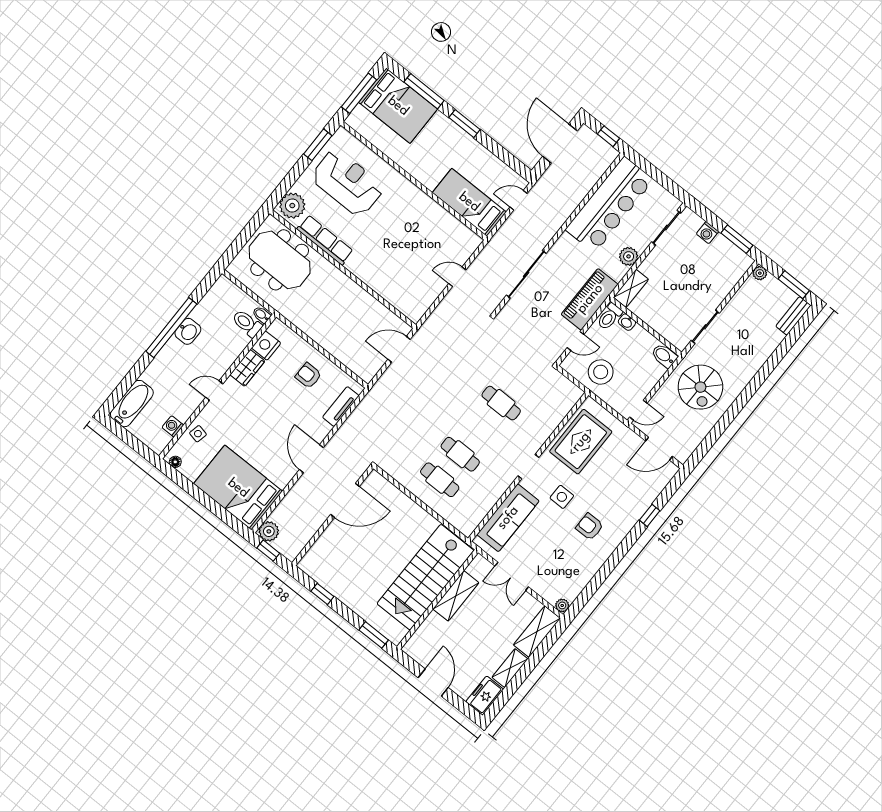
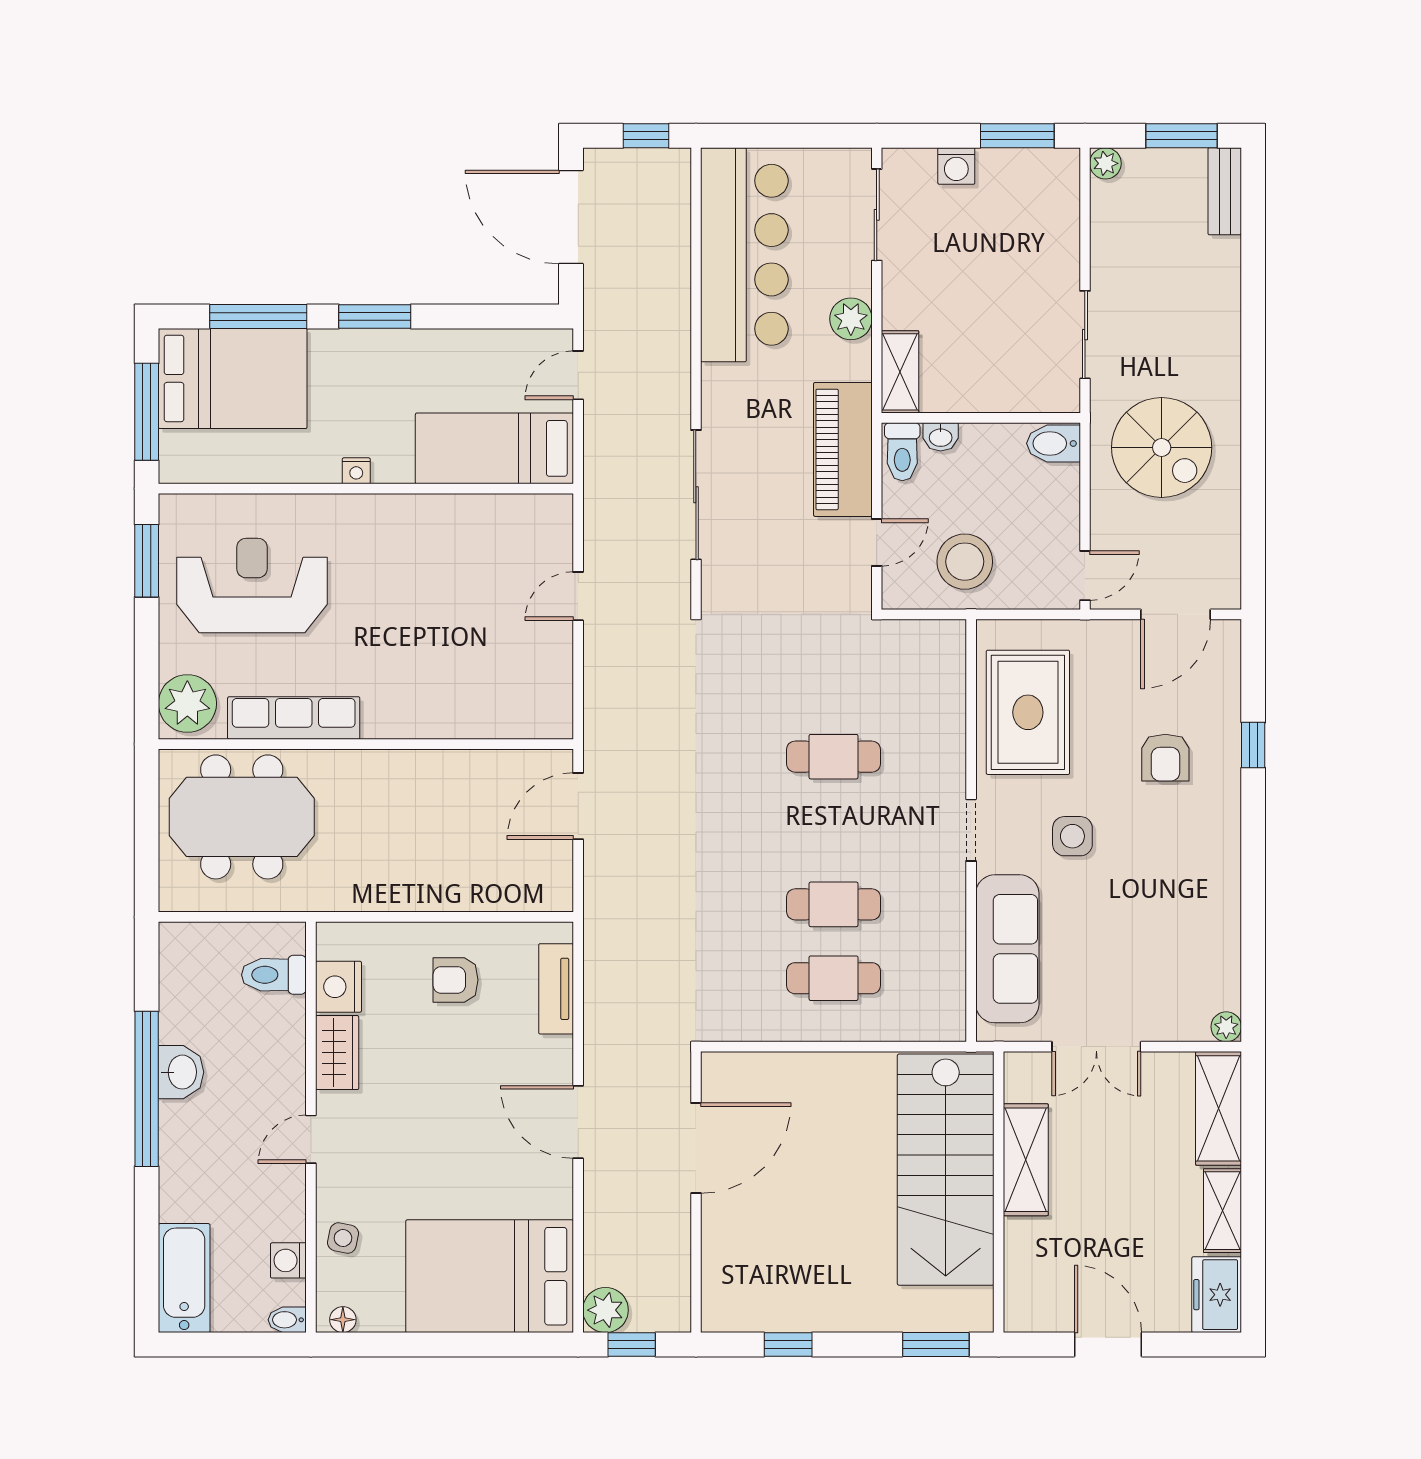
nightstand: (415, 172) -> (356, 471), added
bidet: (262, 315) -> (287, 1320), moved
armchair: (590, 527) -> (1165, 758), moved, turned -90

